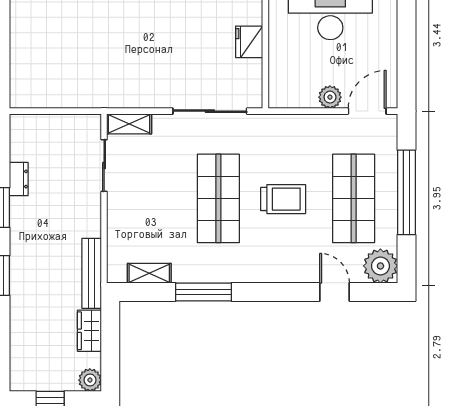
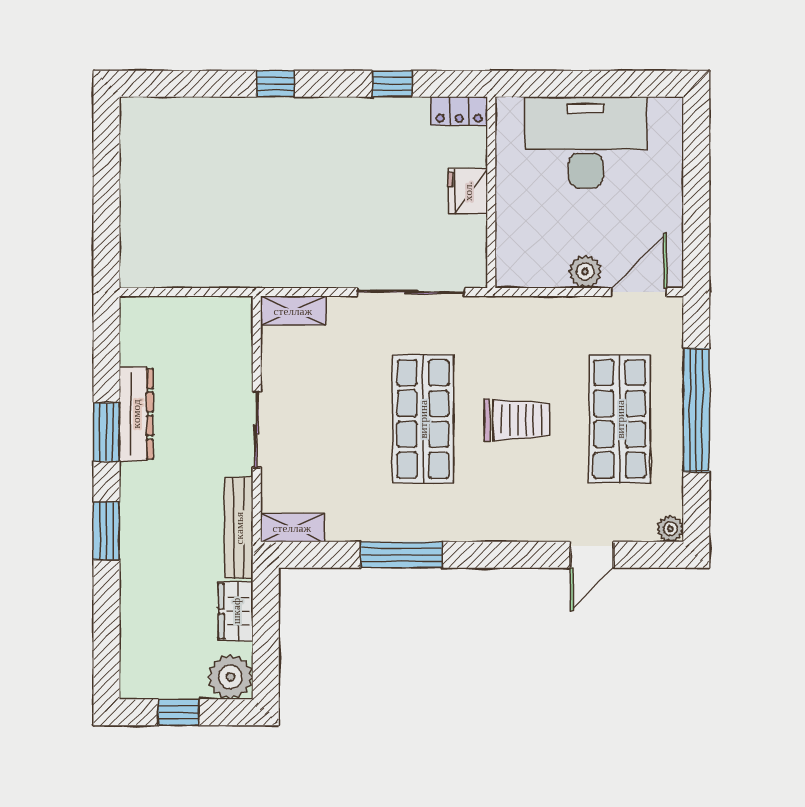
sliding door: (104, 166) -> (257, 430), moved
dresser: (19, 179) -> (136, 414), width x1.96, depth x1.24
plant: (380, 266) -> (670, 529), width x0.53, depth x0.53
shelving: (149, 273) -> (292, 528), moved
door: (335, 292) -> (592, 555), swing flipped
plant: (90, 380) -> (230, 677), width x1.36, depth x1.36

